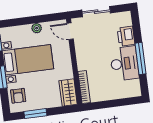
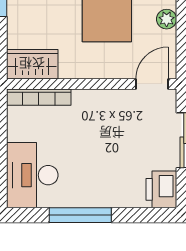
printer: (126, 36) -> (161, 189), moved, turned -90
desk: (124, 64) -> (32, 175), moved, turned 90

